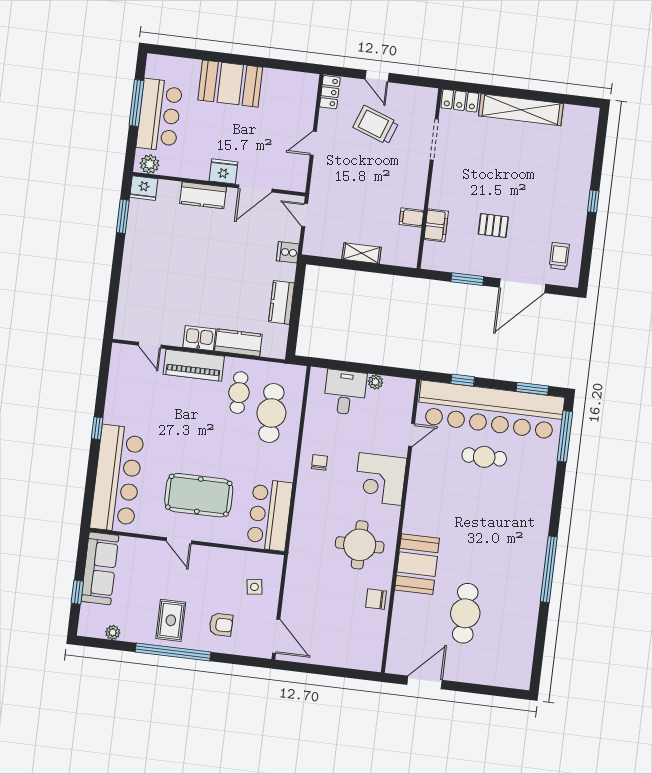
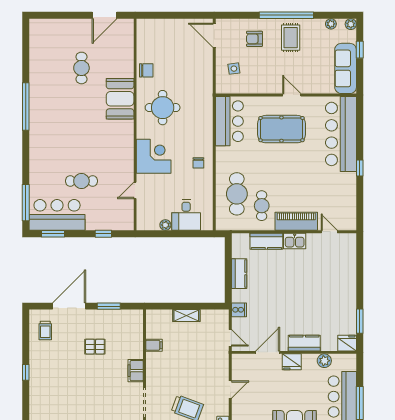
plant: (150, 164) -> (324, 361), moved
filing cabinet: (436, 225) -> (136, 371), moved
bar counter: (491, 410) -> (57, 215), width x0.54
cafe table: (465, 613) -> (81, 68), width x0.73, depth x0.74
plant: (85, 629) -> (351, 24), added

